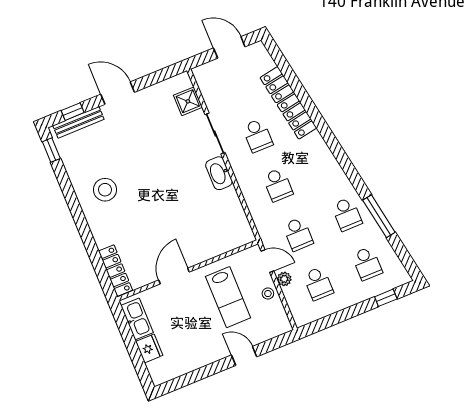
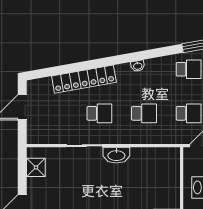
shower: (188, 101) -> (36, 167), moved
washbasin: (327, 156) -> (138, 66), added

